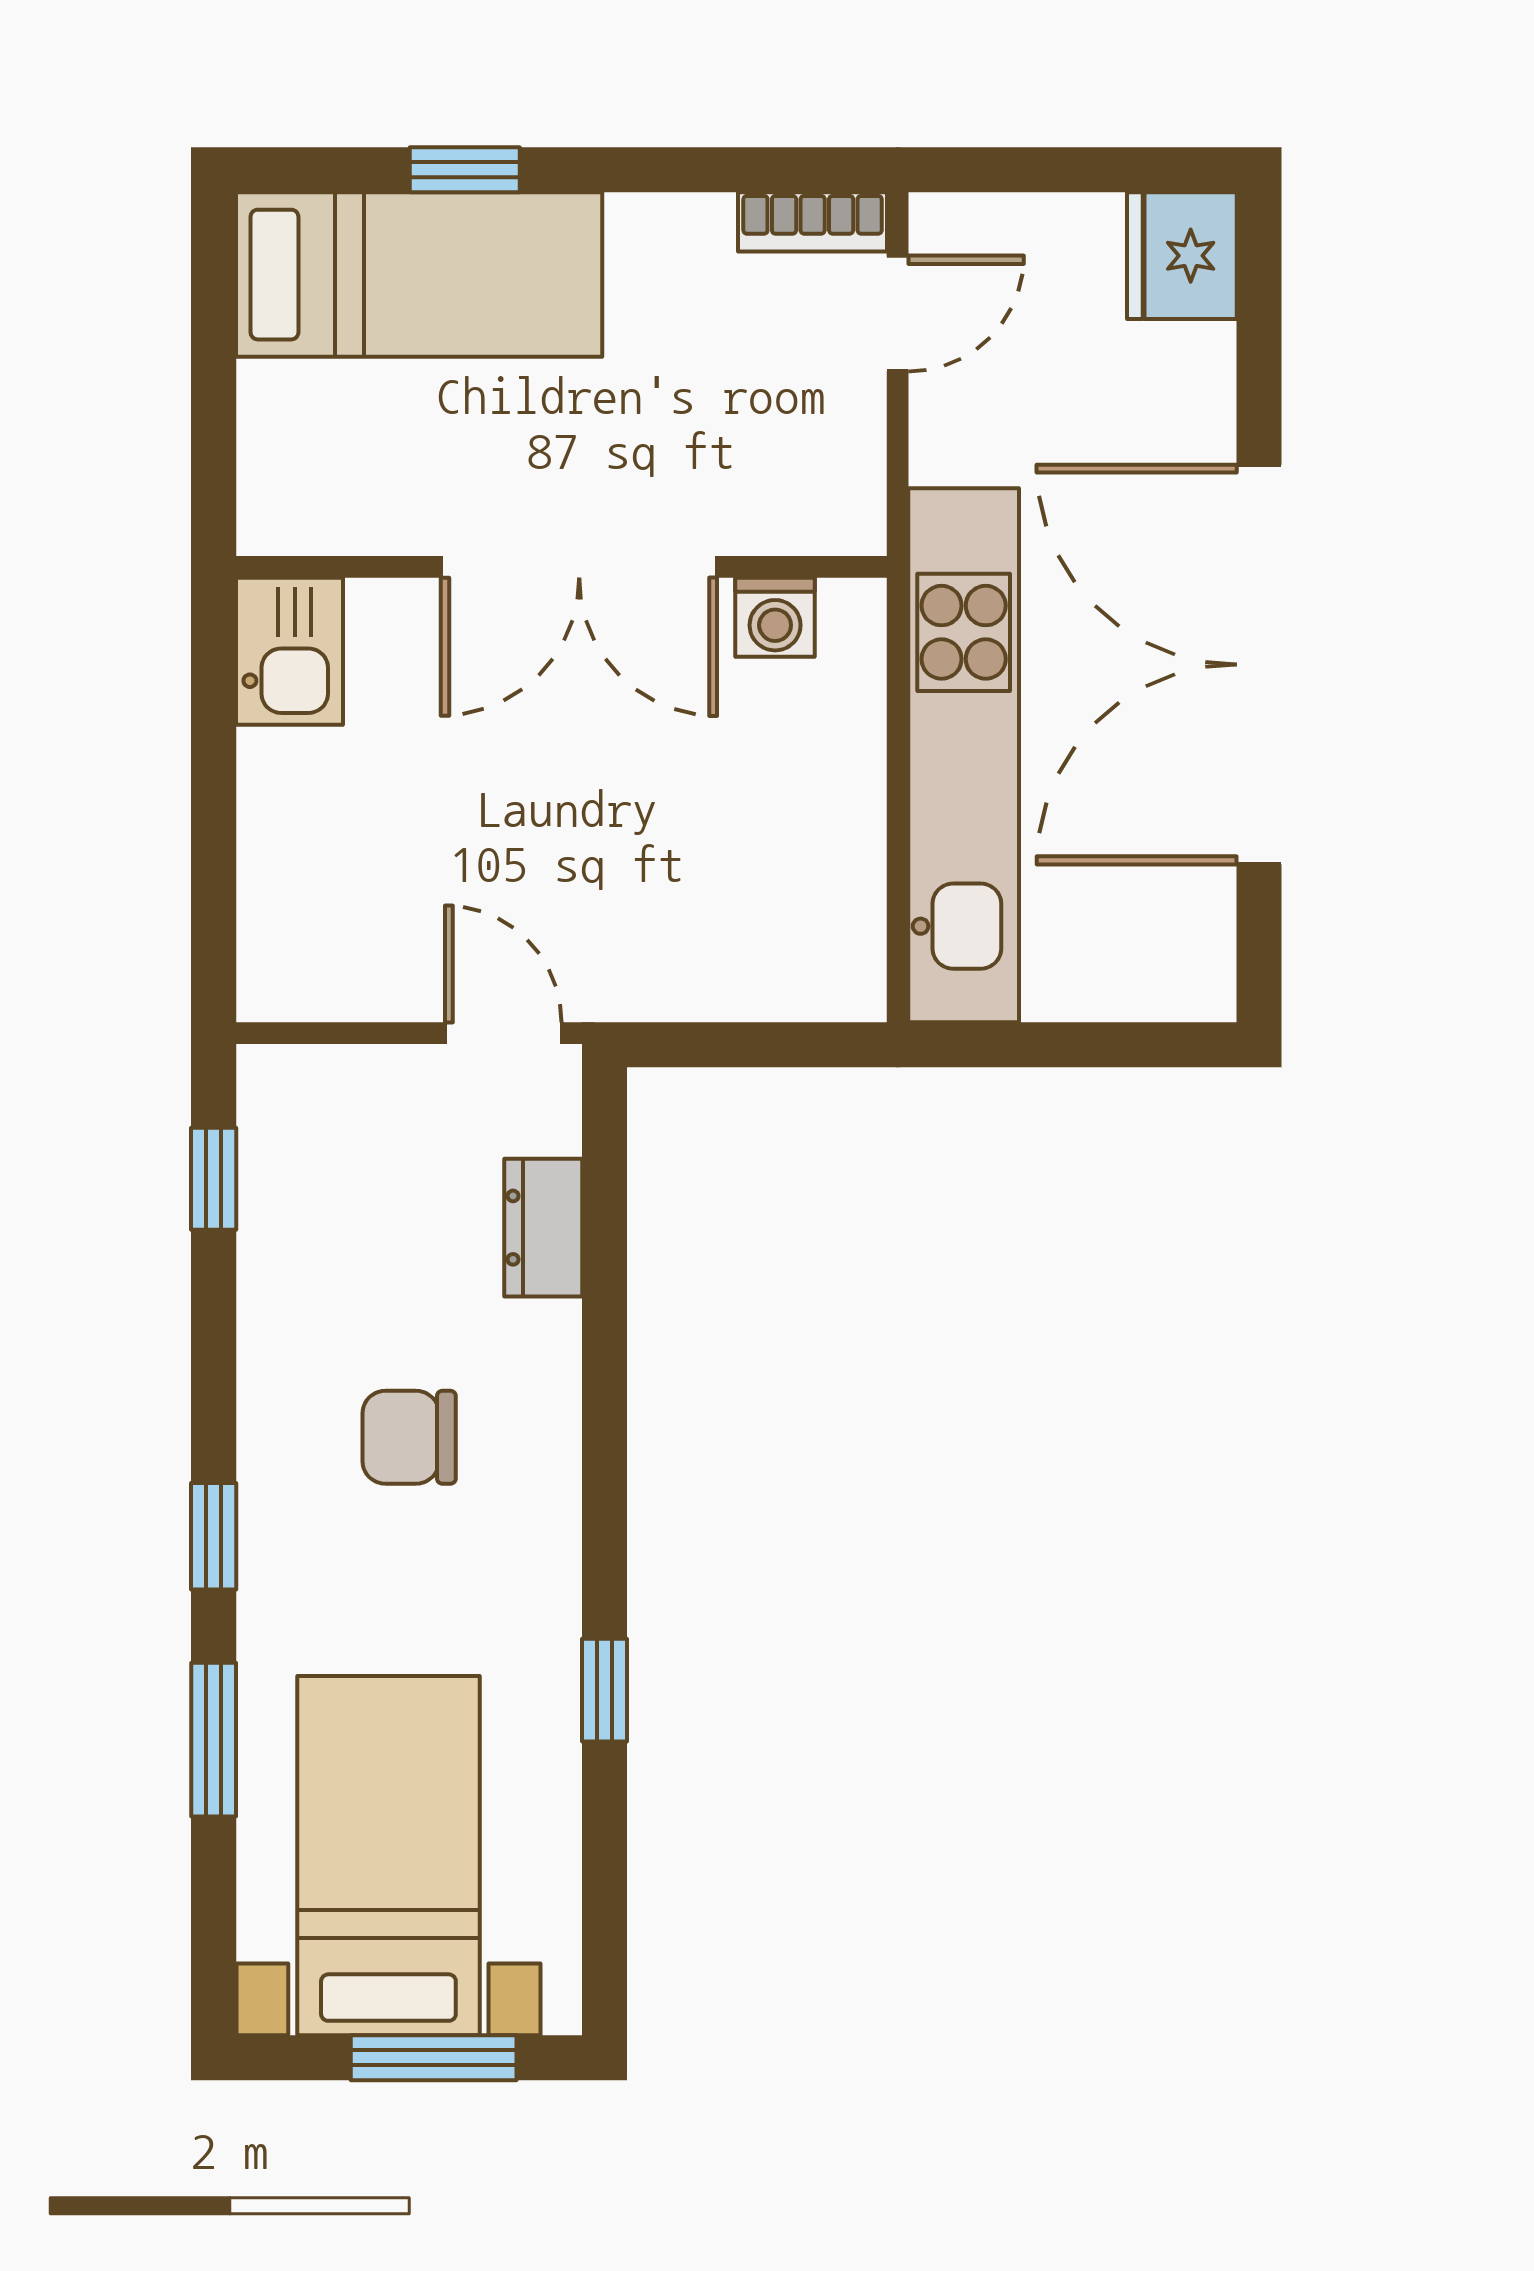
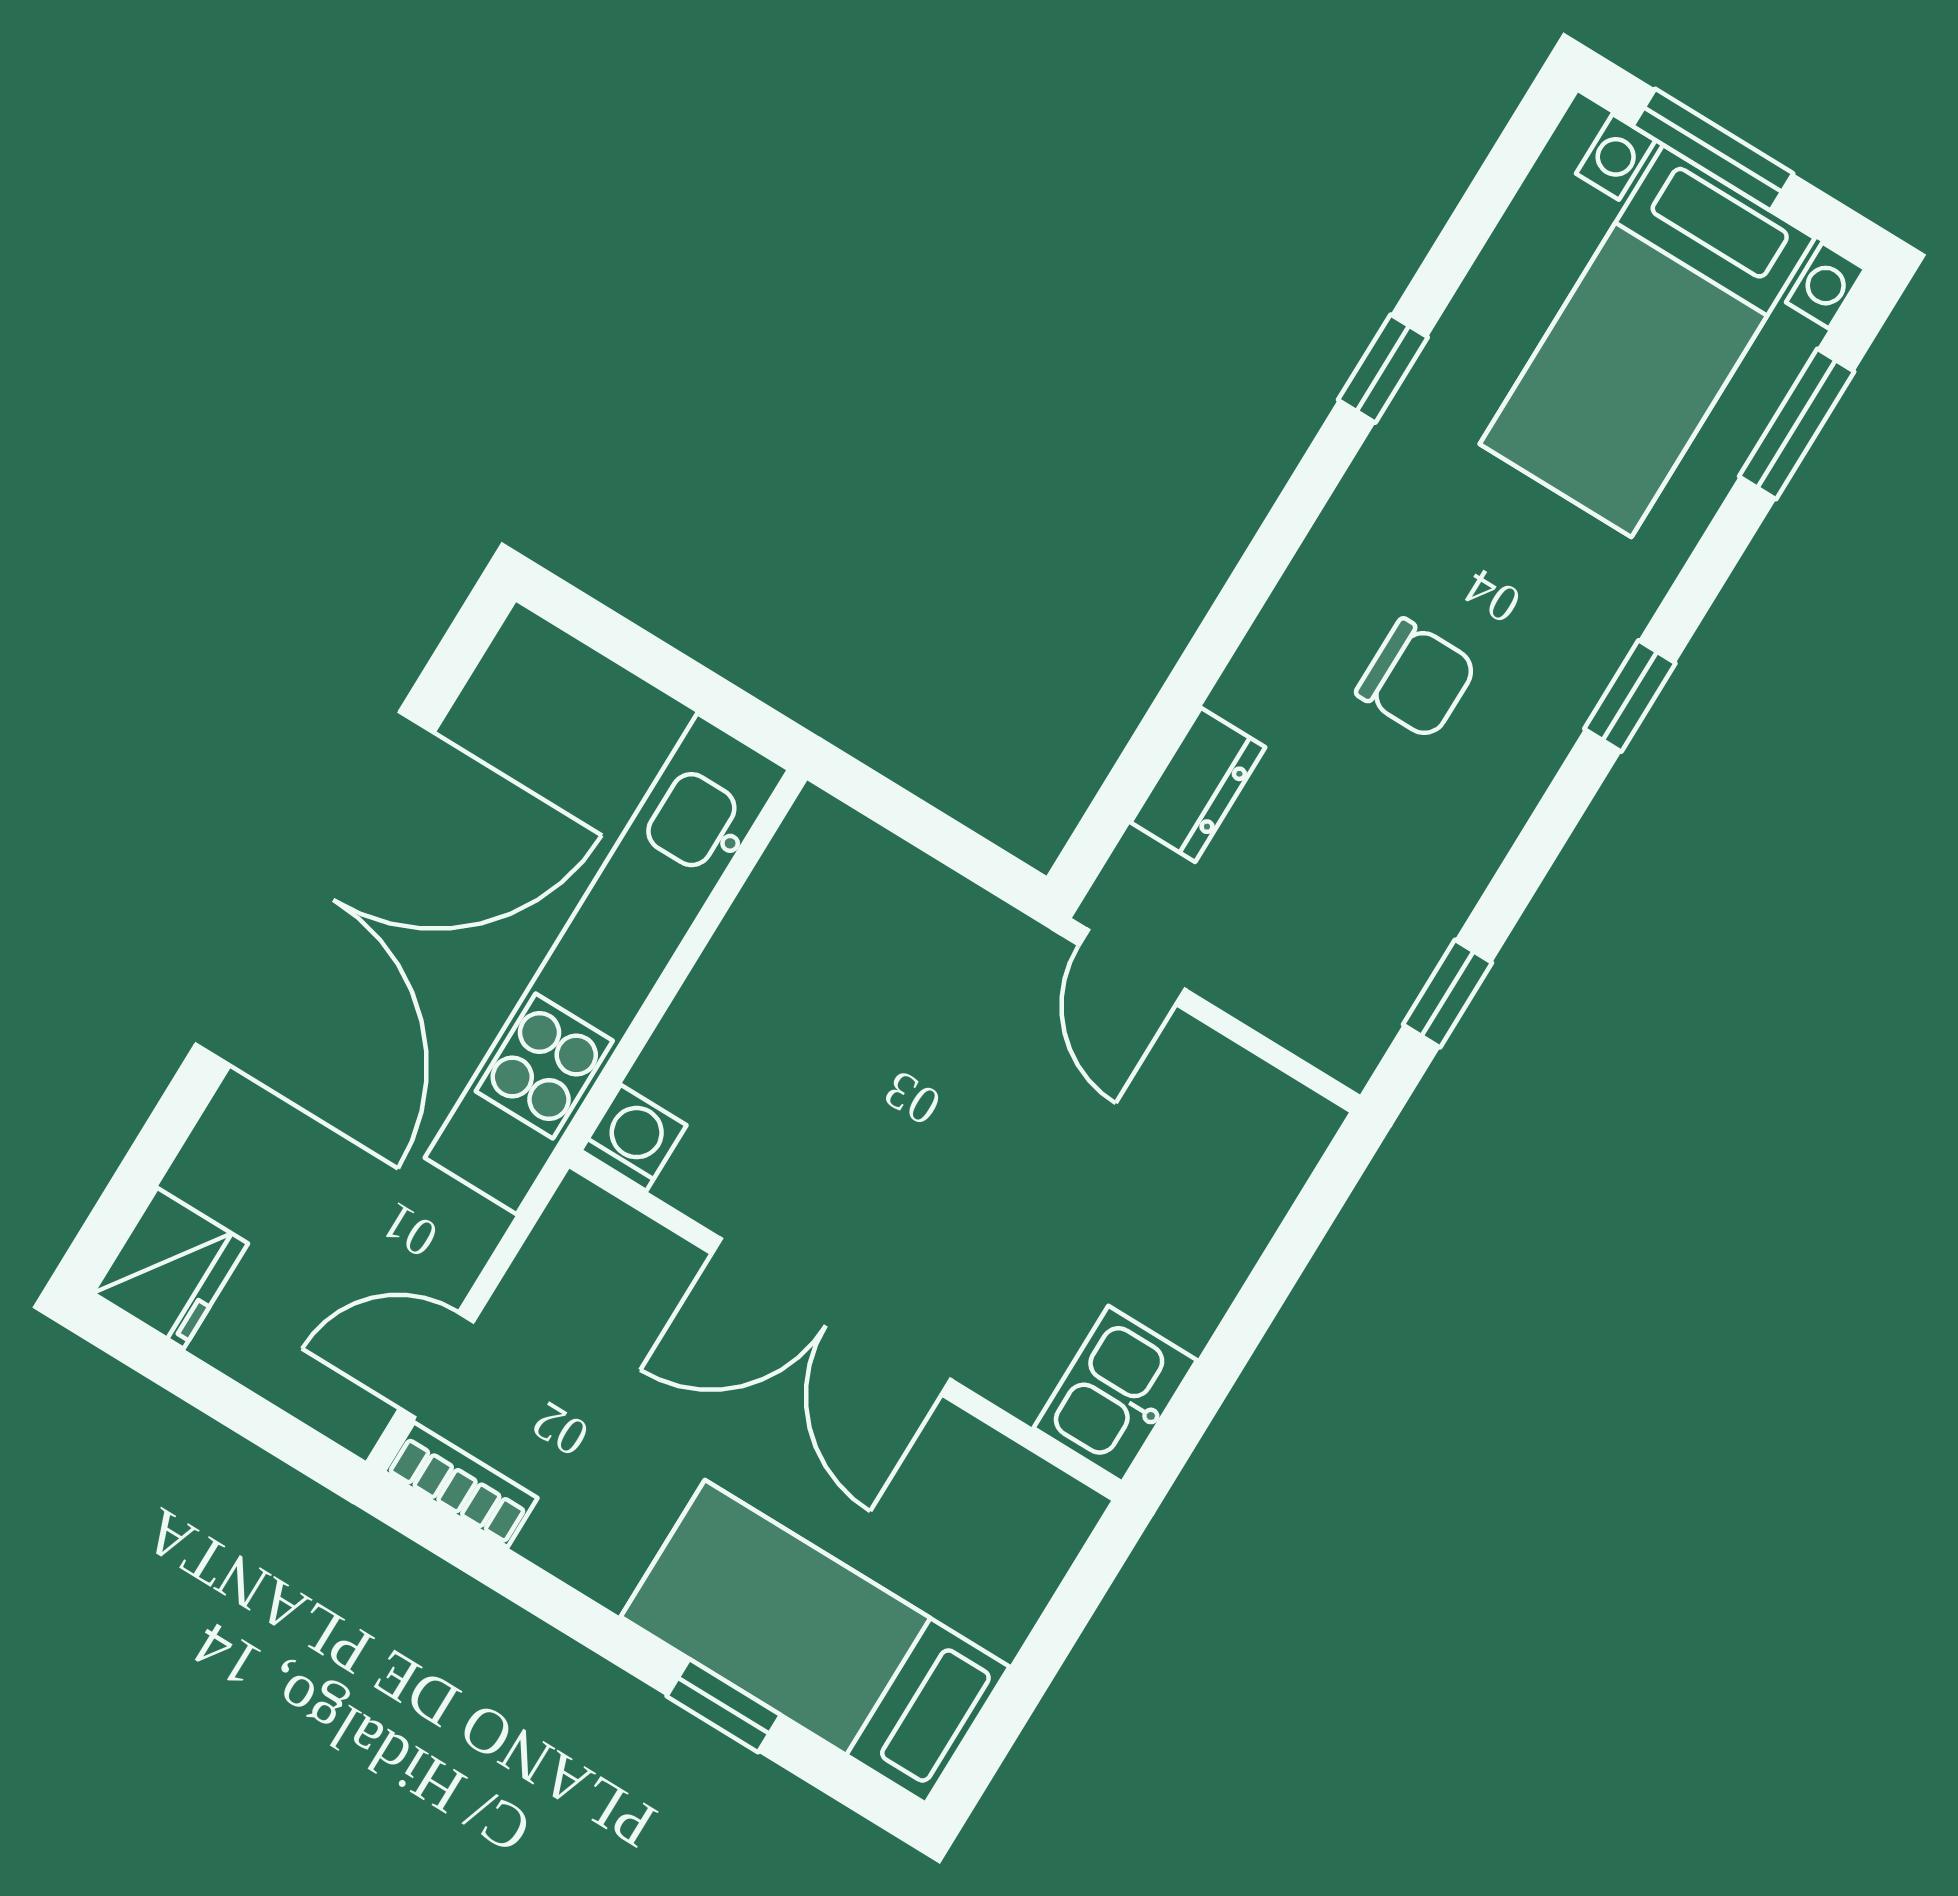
double door: (579, 567) -> (831, 1317), swing flipped
washing machine: (775, 617) -> (633, 1138), moved
window: (214, 1740) -> (1797, 424), moved

